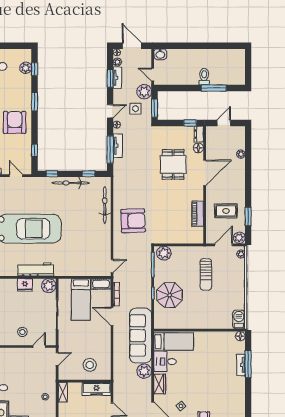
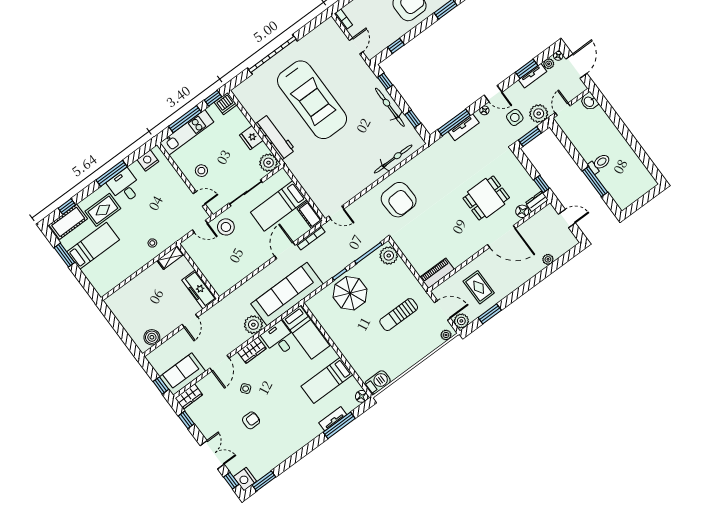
piano: (198, 214) -> (437, 273), moved
bed: (214, 351) -> (327, 380), added
stool: (90, 365) -> (226, 227), moved

